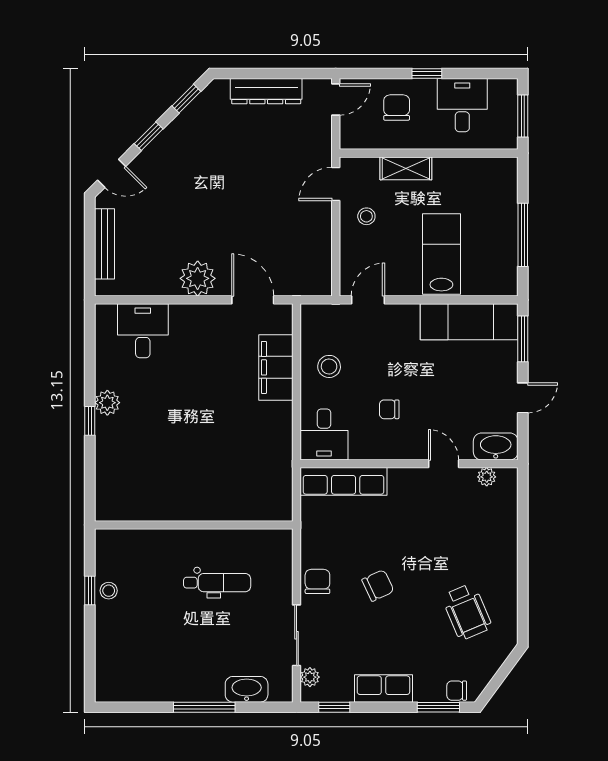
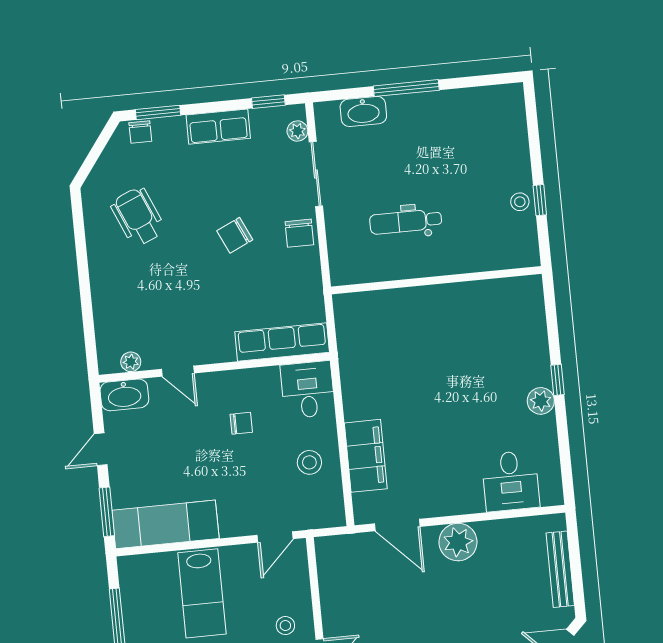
chair: (457, 691) -> (140, 132), turned 90

